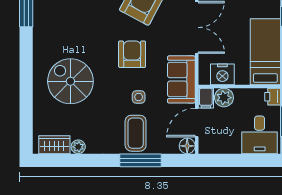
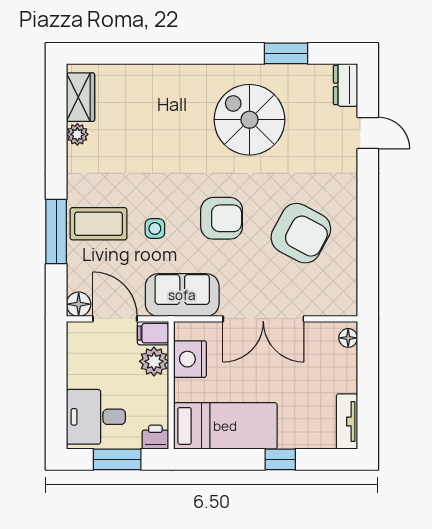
spiral stairs: (70, 81) -> (249, 120), moved, turned -90

